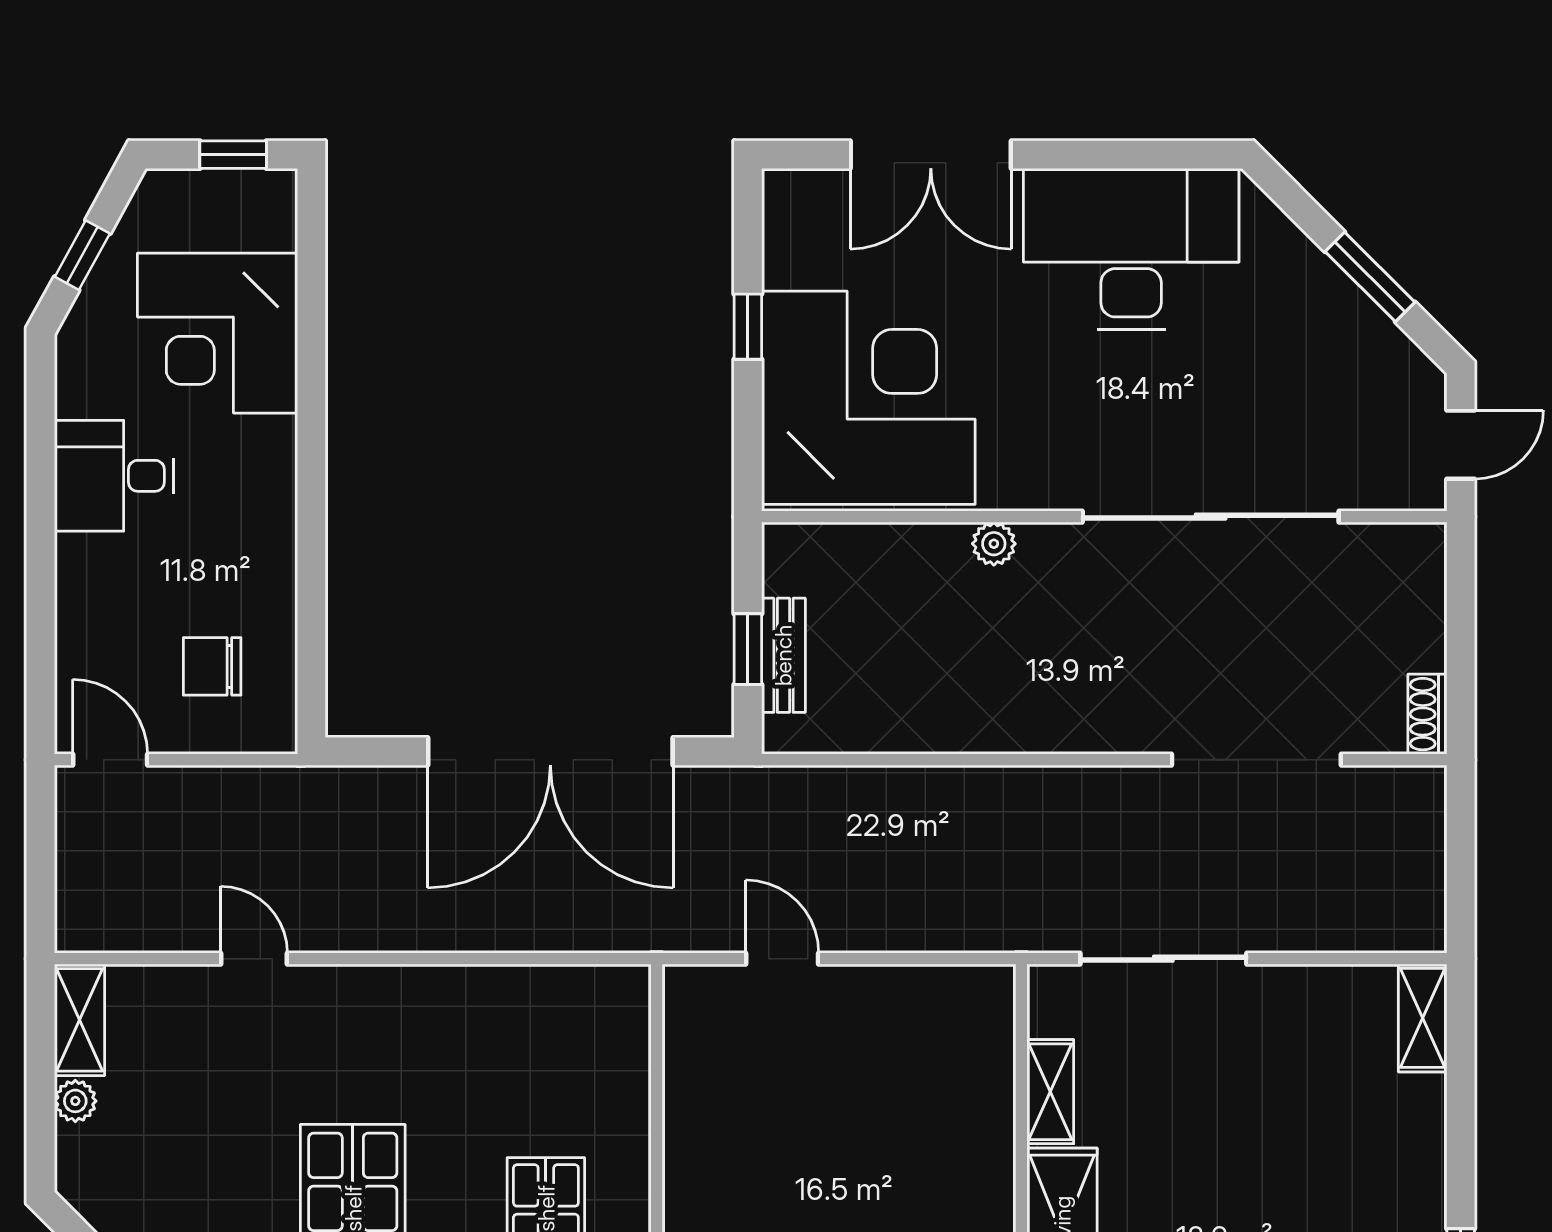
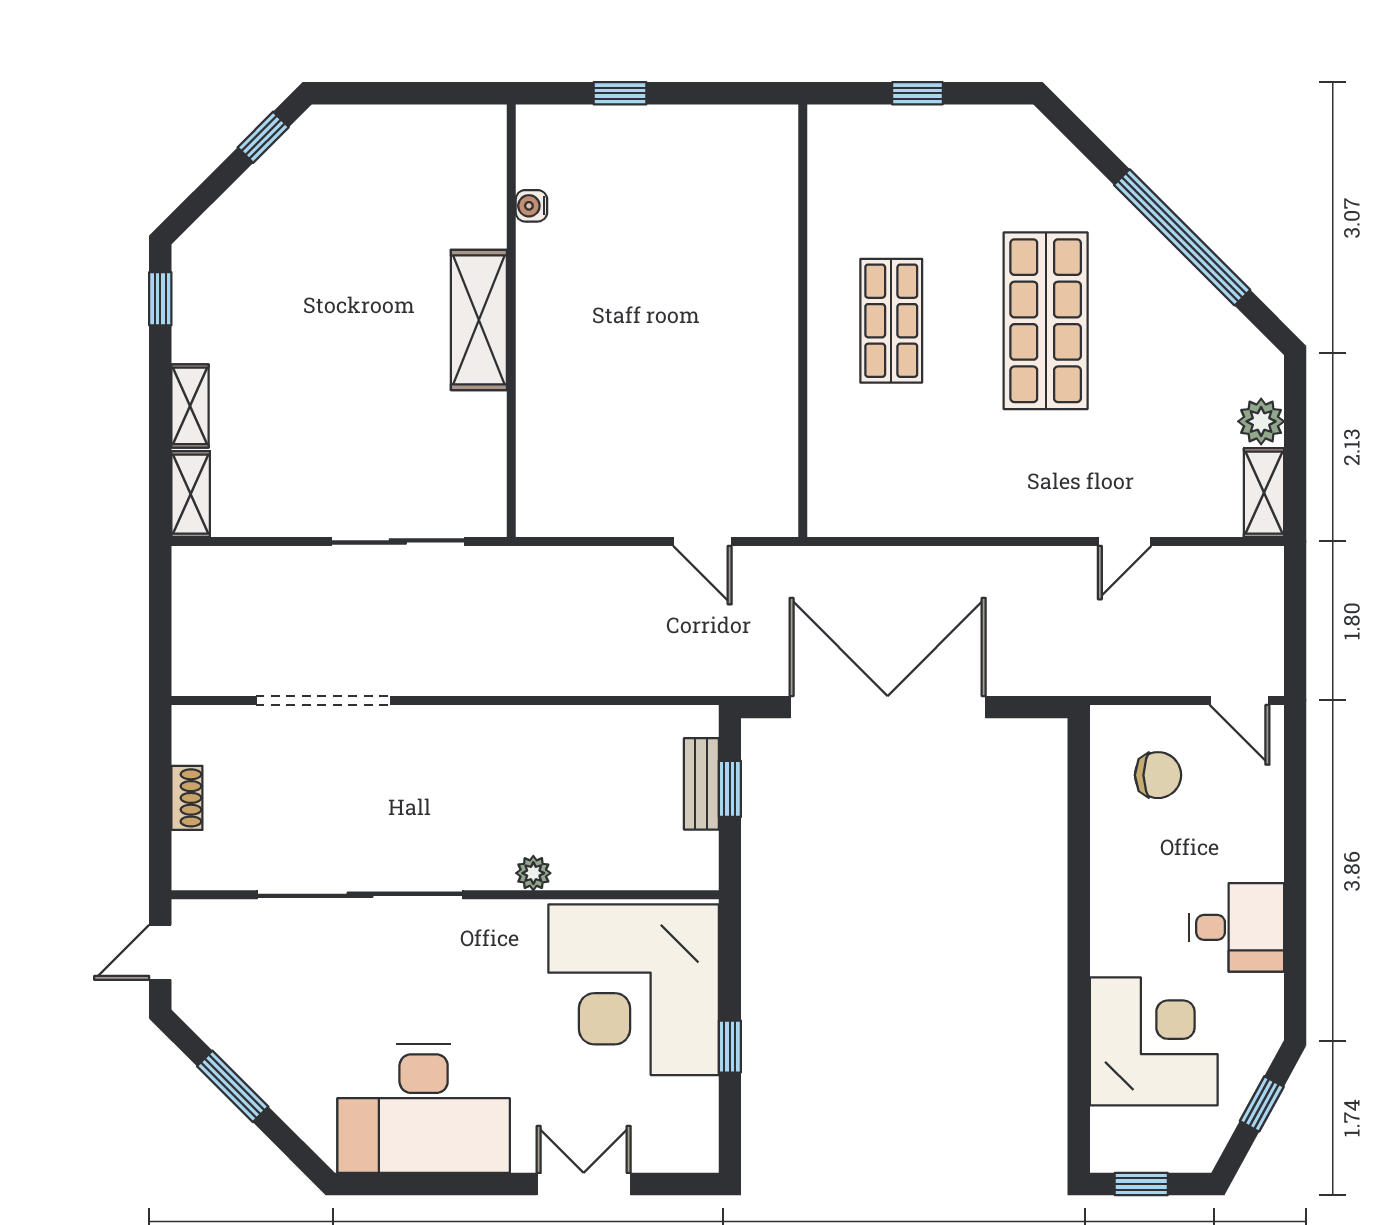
double door: (931, 155) -> (584, 1184), width x0.73
shoe rack: (1427, 714) -> (187, 798), moved
door: (254, 959) -> (1125, 541), hinge flipped
shelving: (1050, 1092) -> (190, 406), moved
plant: (75, 1101) -> (1261, 421), width x1.38, depth x1.38

